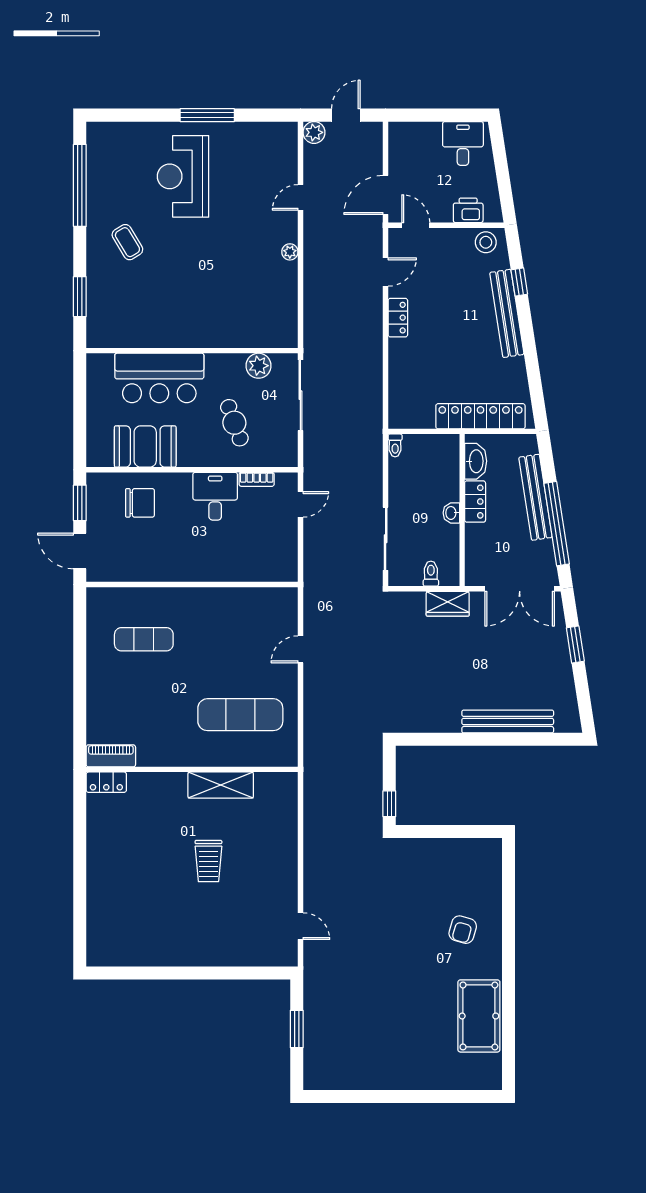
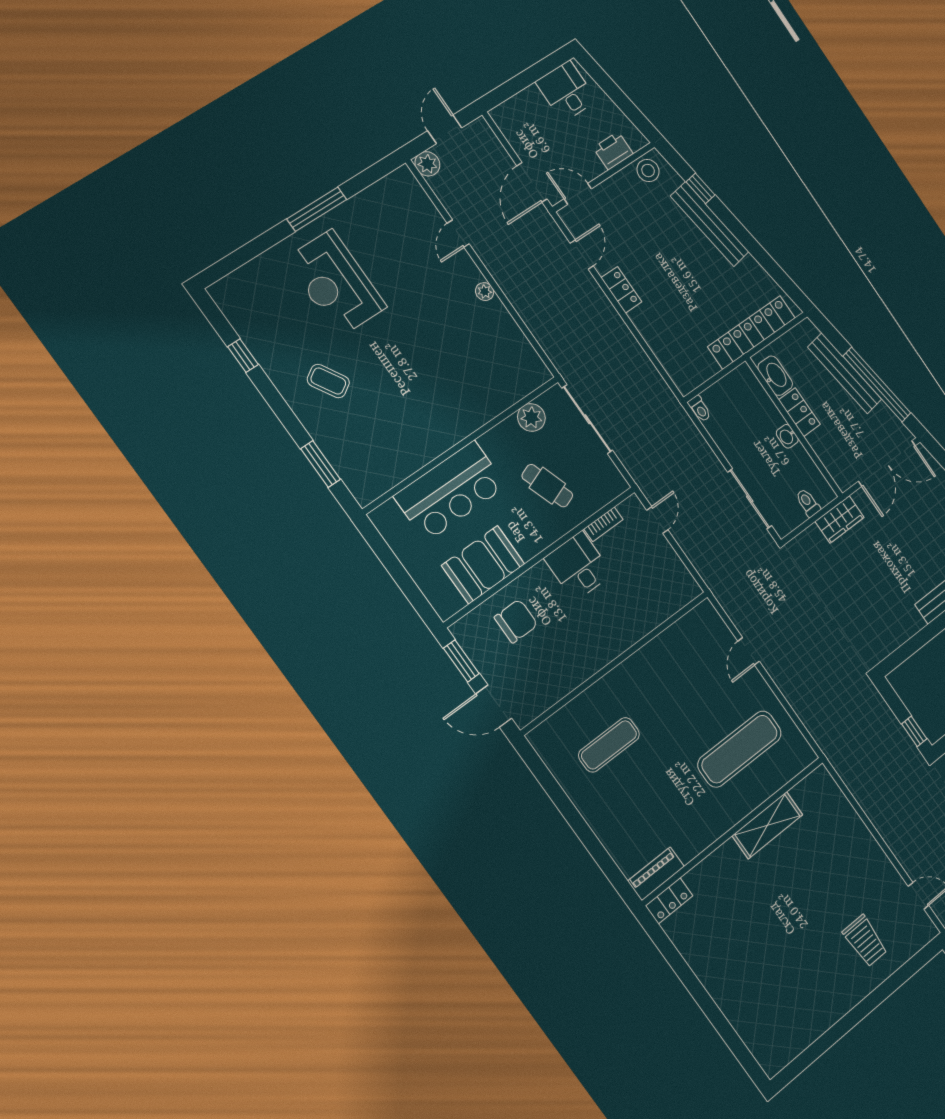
window: (80, 185) -> (243, 356), width x0.32
trolley: (208, 861) -> (865, 941), moved

